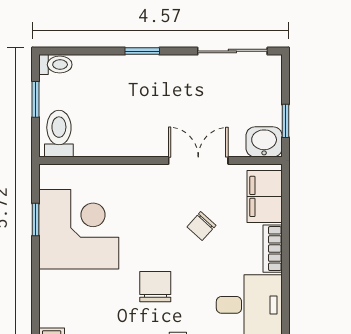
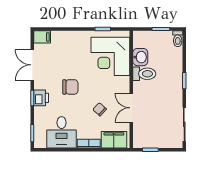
toilet: (59, 134) -> (144, 74), moved
washbasin: (264, 142) -> (140, 57), moved
double door: (198, 161) -> (131, 108), swing flipped
corner desk: (79, 229) -> (110, 56), moved, turned 90

